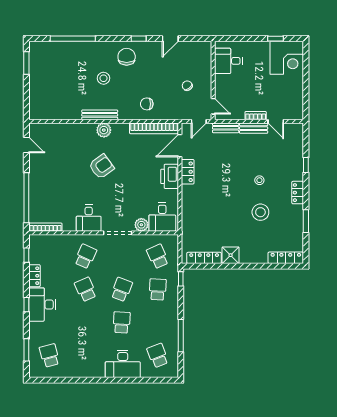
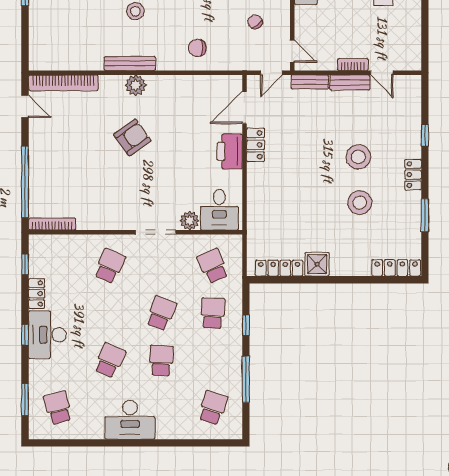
bookcase: (154, 128) -> (63, 83), moved
stool: (259, 180) -> (358, 157), width x1.89, depth x1.89
desk: (89, 218) -> (114, 211), removed
window: (181, 279) -> (246, 325), moved
school desk: (86, 289) -> (110, 360), moved, turned 48
school desk: (158, 355) -> (213, 408), turned 39
desk: (123, 364) -> (130, 420), moved

